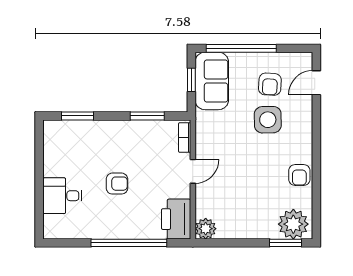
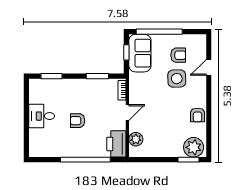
door: (316, 83) -> (209, 67), moved
armchair: (270, 84) -> (178, 55), turned -93
armchair: (117, 184) -> (78, 121), turned 180
desk: (62, 196) -> (42, 116), moved
plant: (206, 229) -> (136, 139), moved

